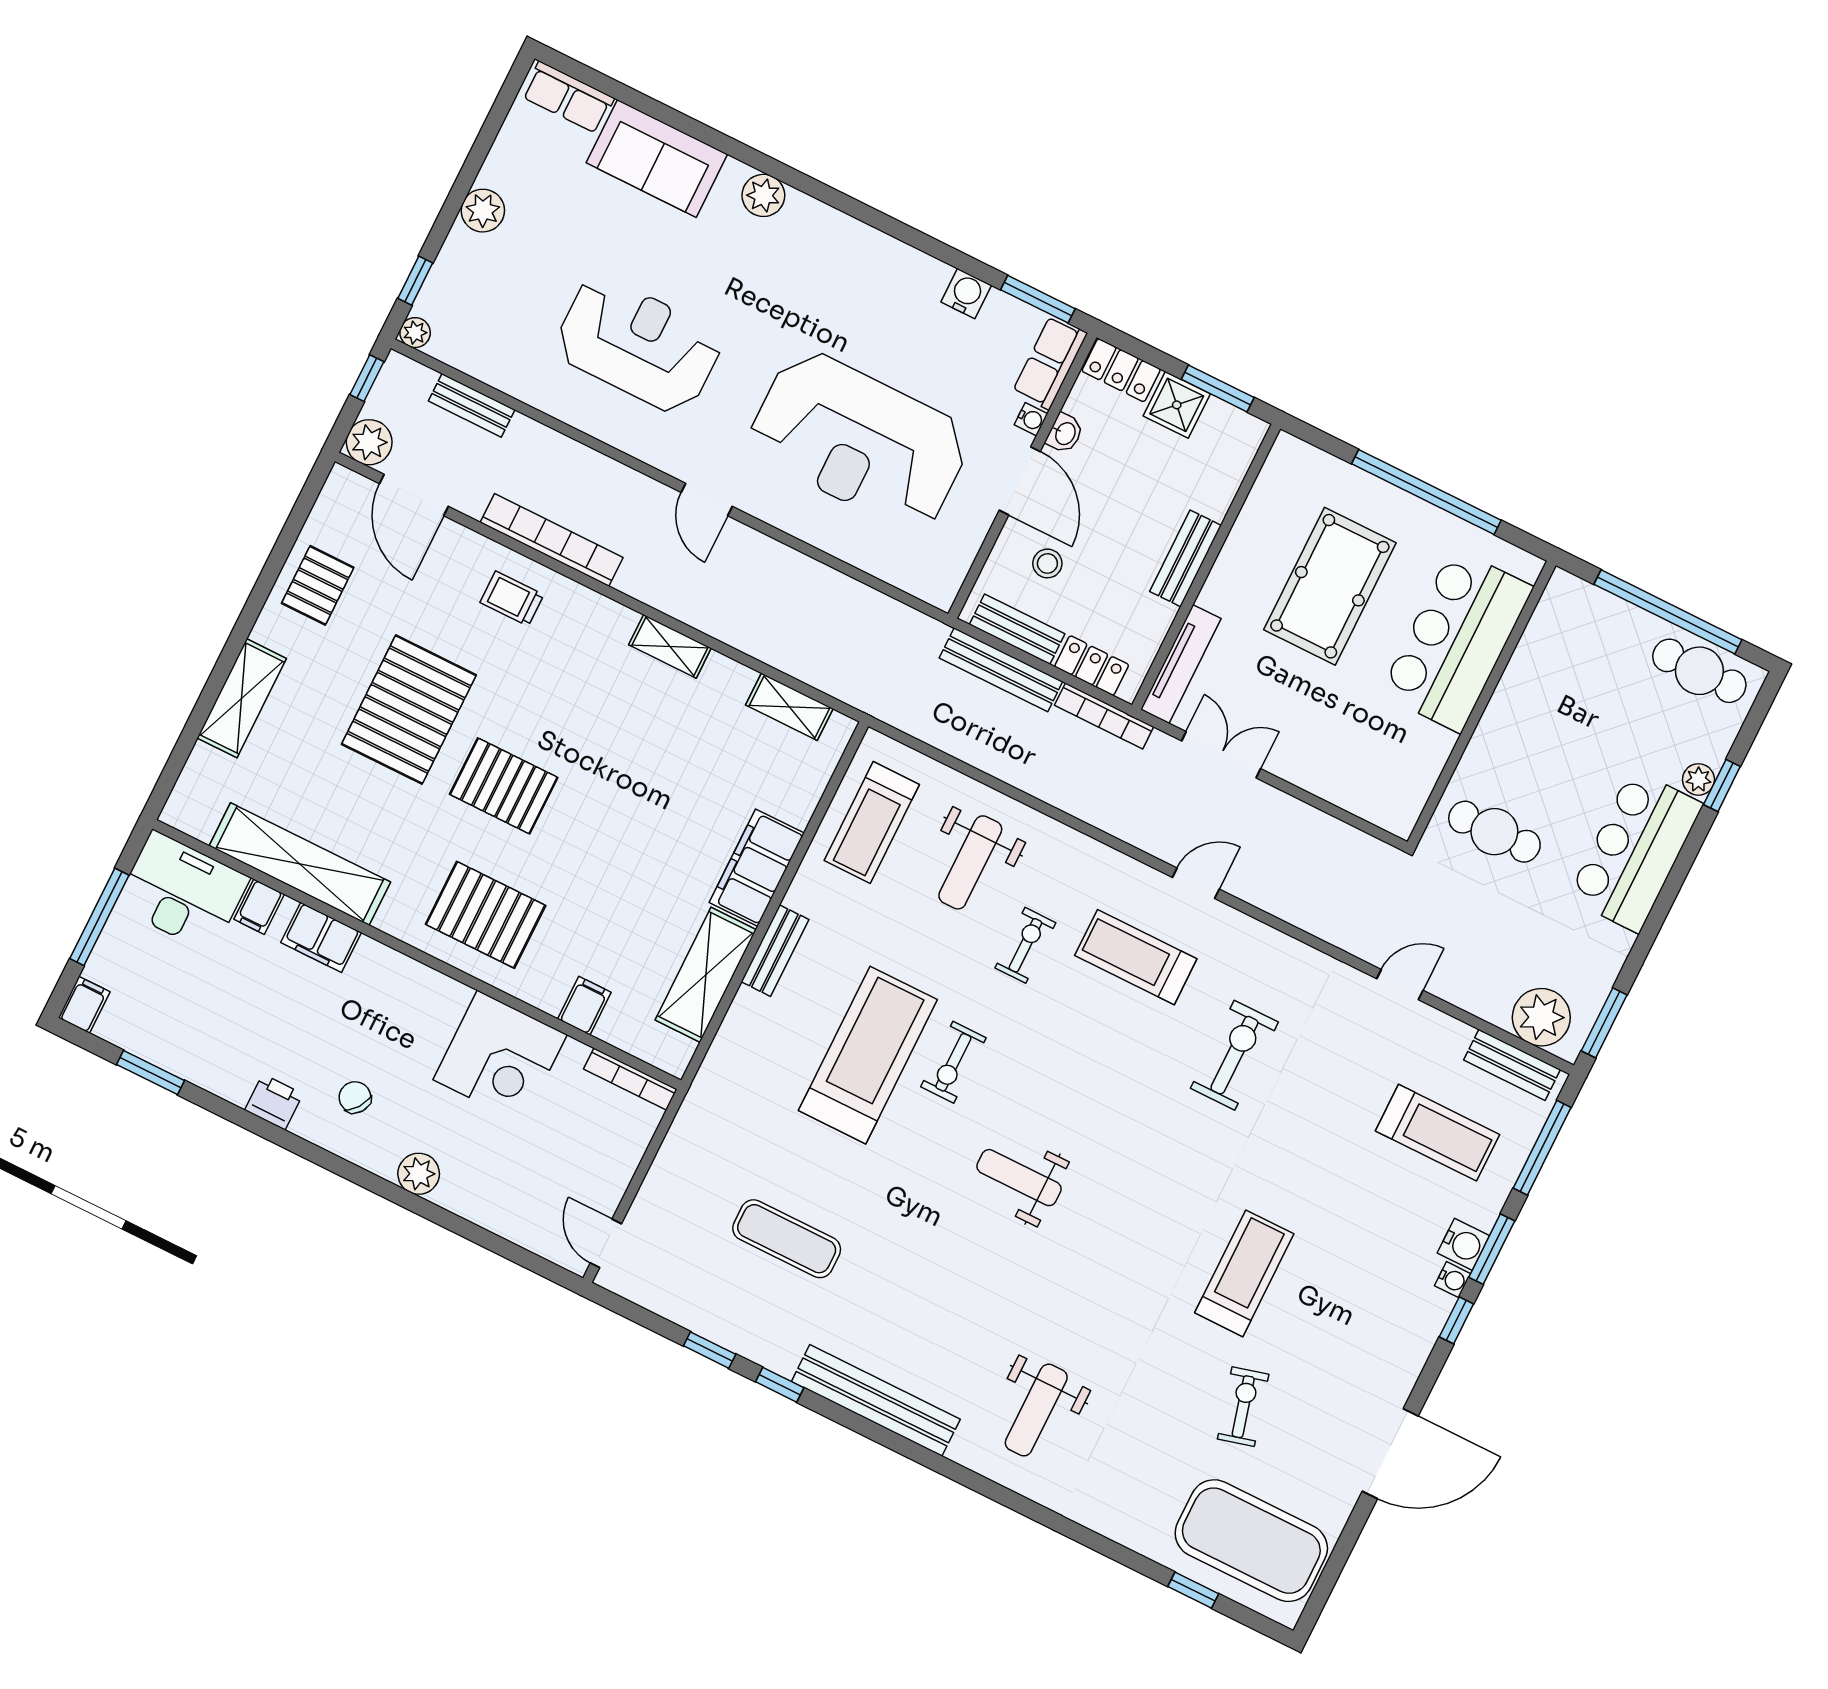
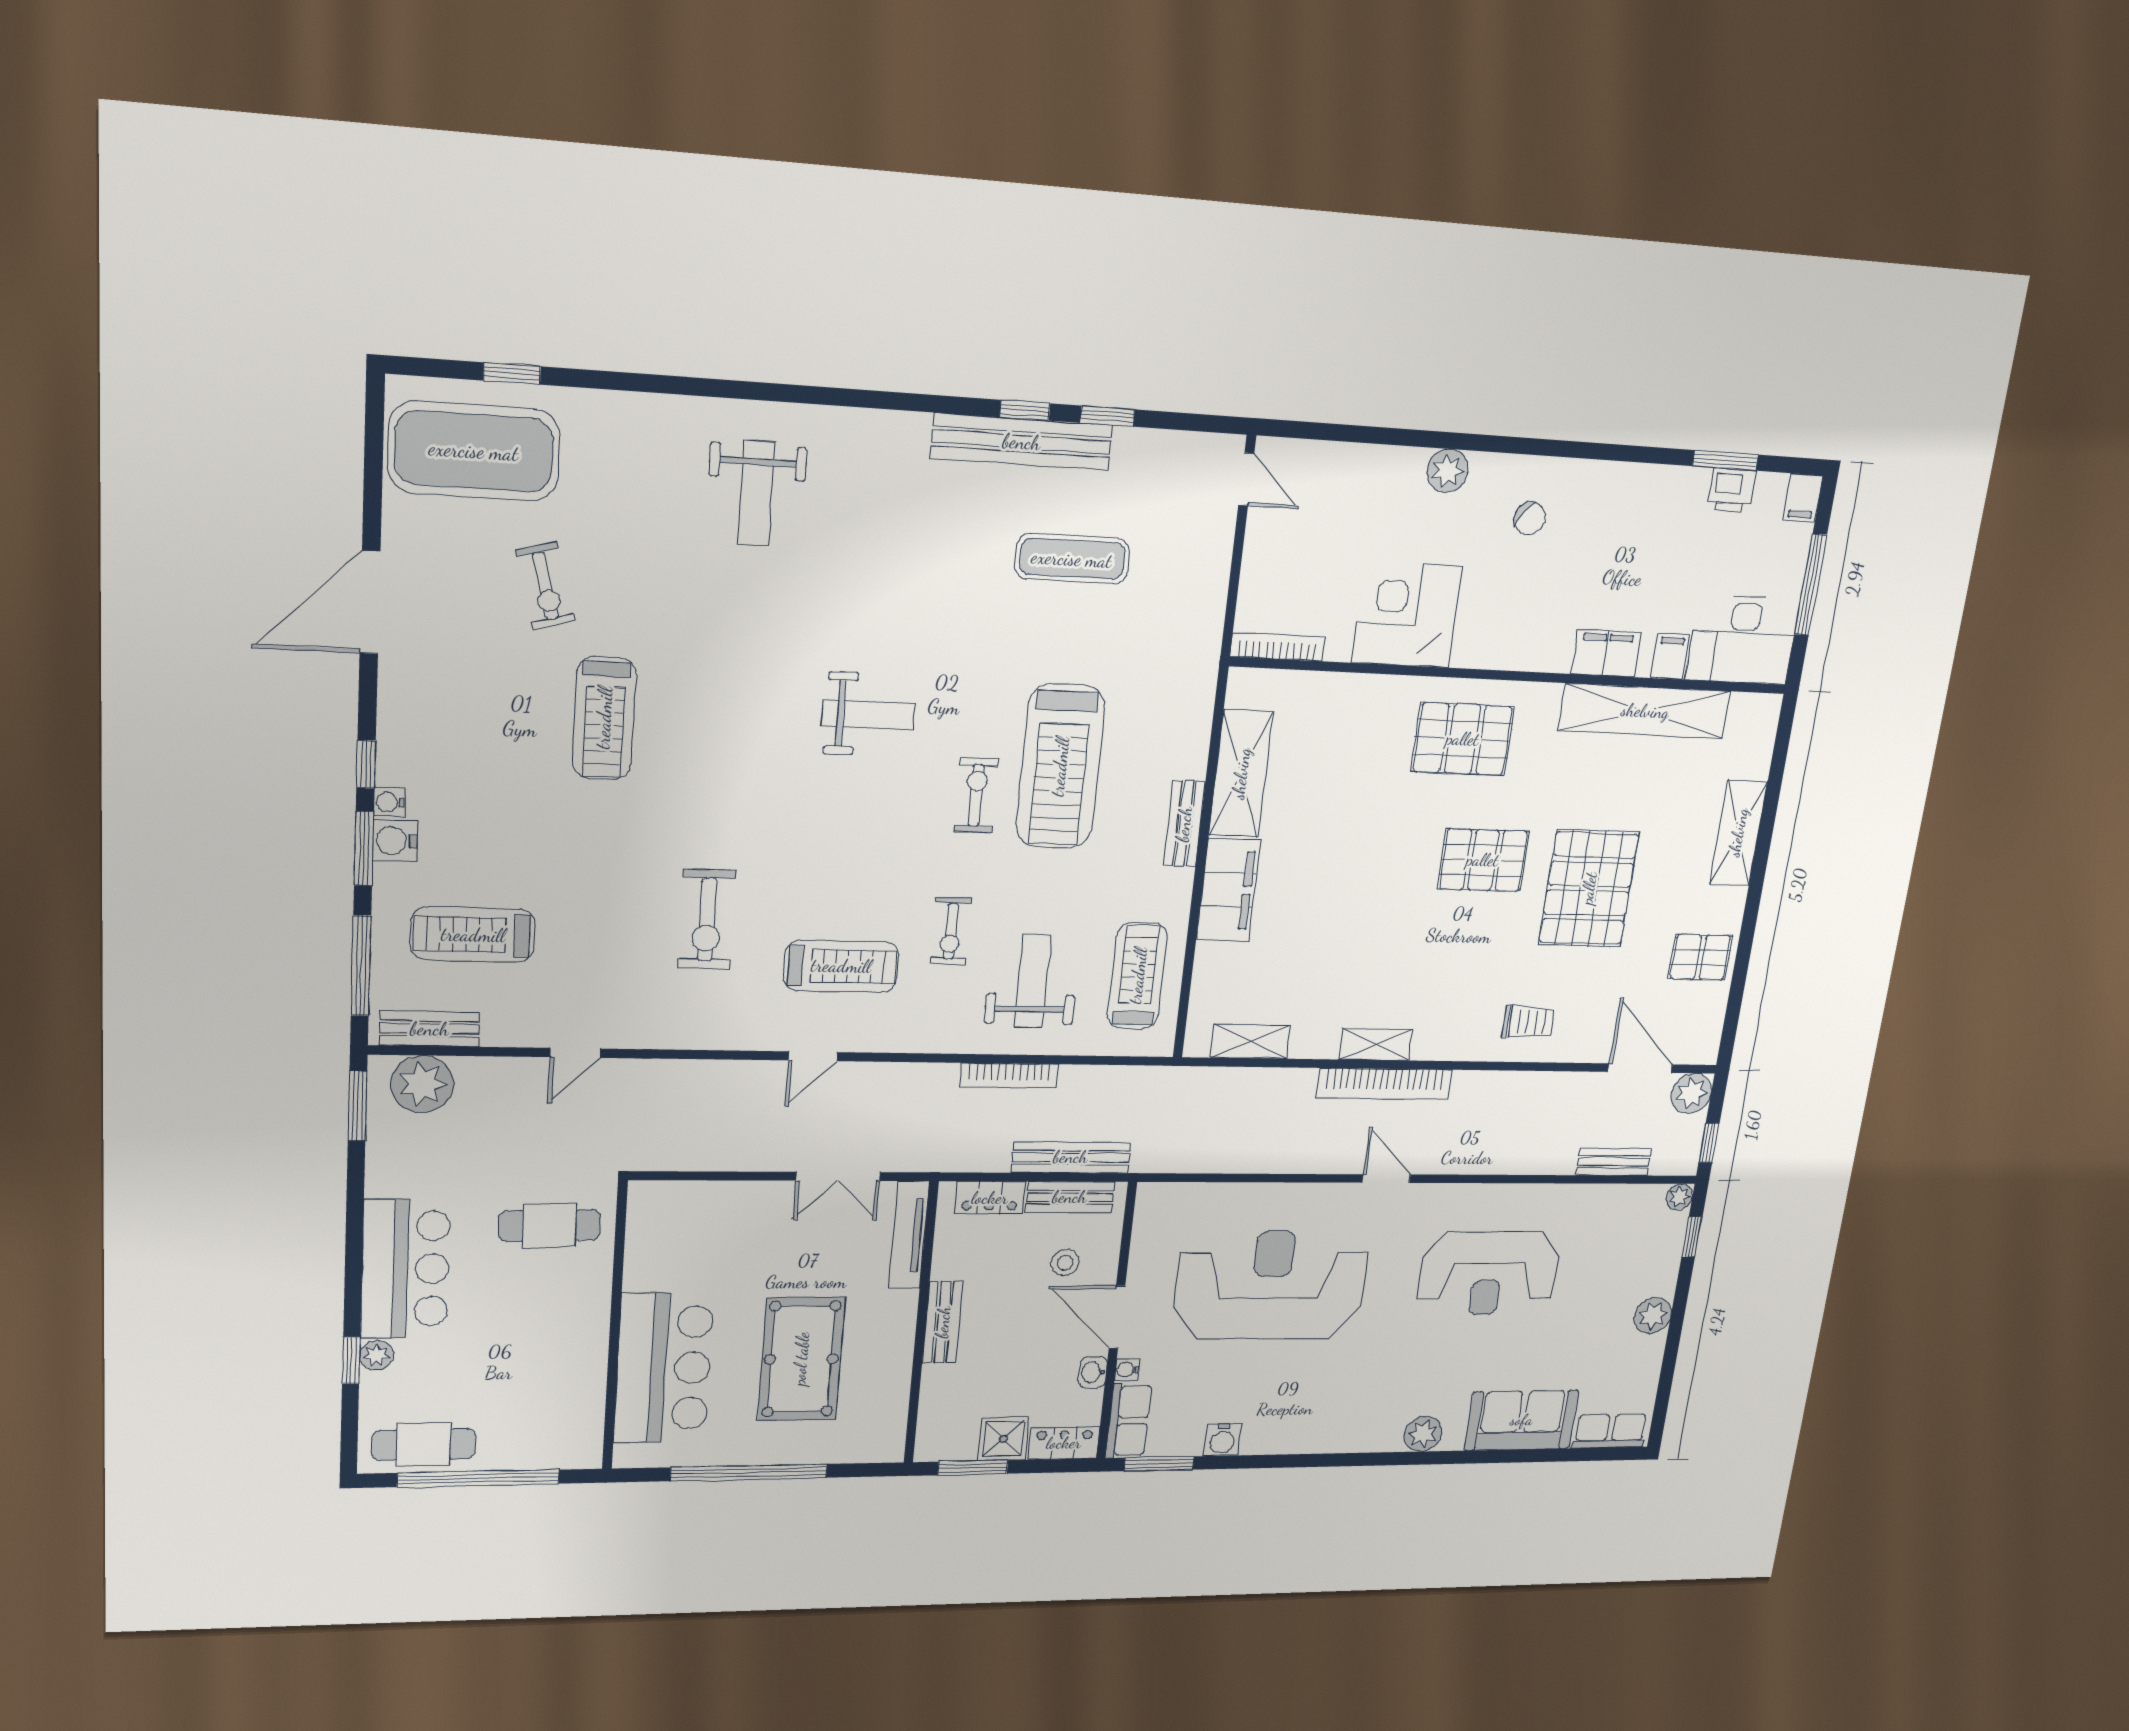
bookcase: (552, 540) -> (1384, 1084), moved
pallet: (318, 585) -> (1700, 957), turned 90
bookcase: (1104, 716) -> (1009, 1076), moved, turned 180
filing cabinet: (584, 1006) -> (1344, 696), removed
printer: (274, 1102) -> (1732, 490), moved
bench: (876, 1400) -> (1022, 442), moved
weight bench: (1036, 1410) -> (756, 493), turned 180

